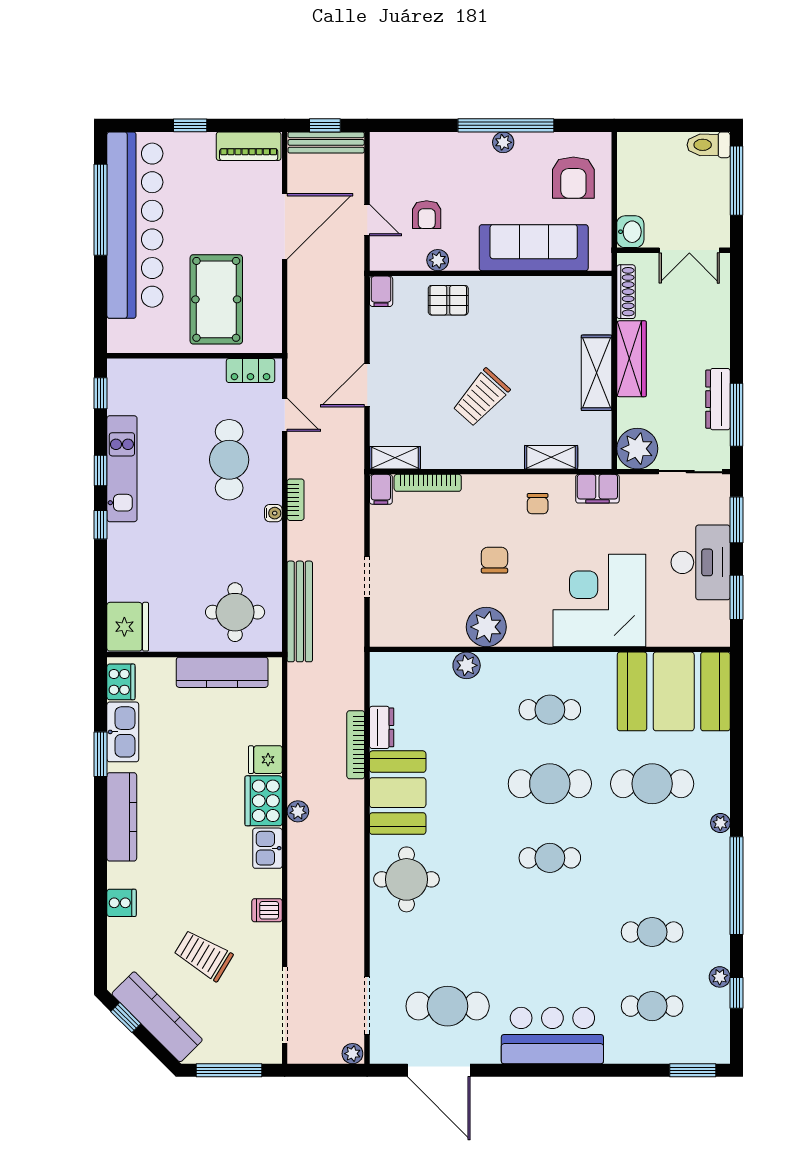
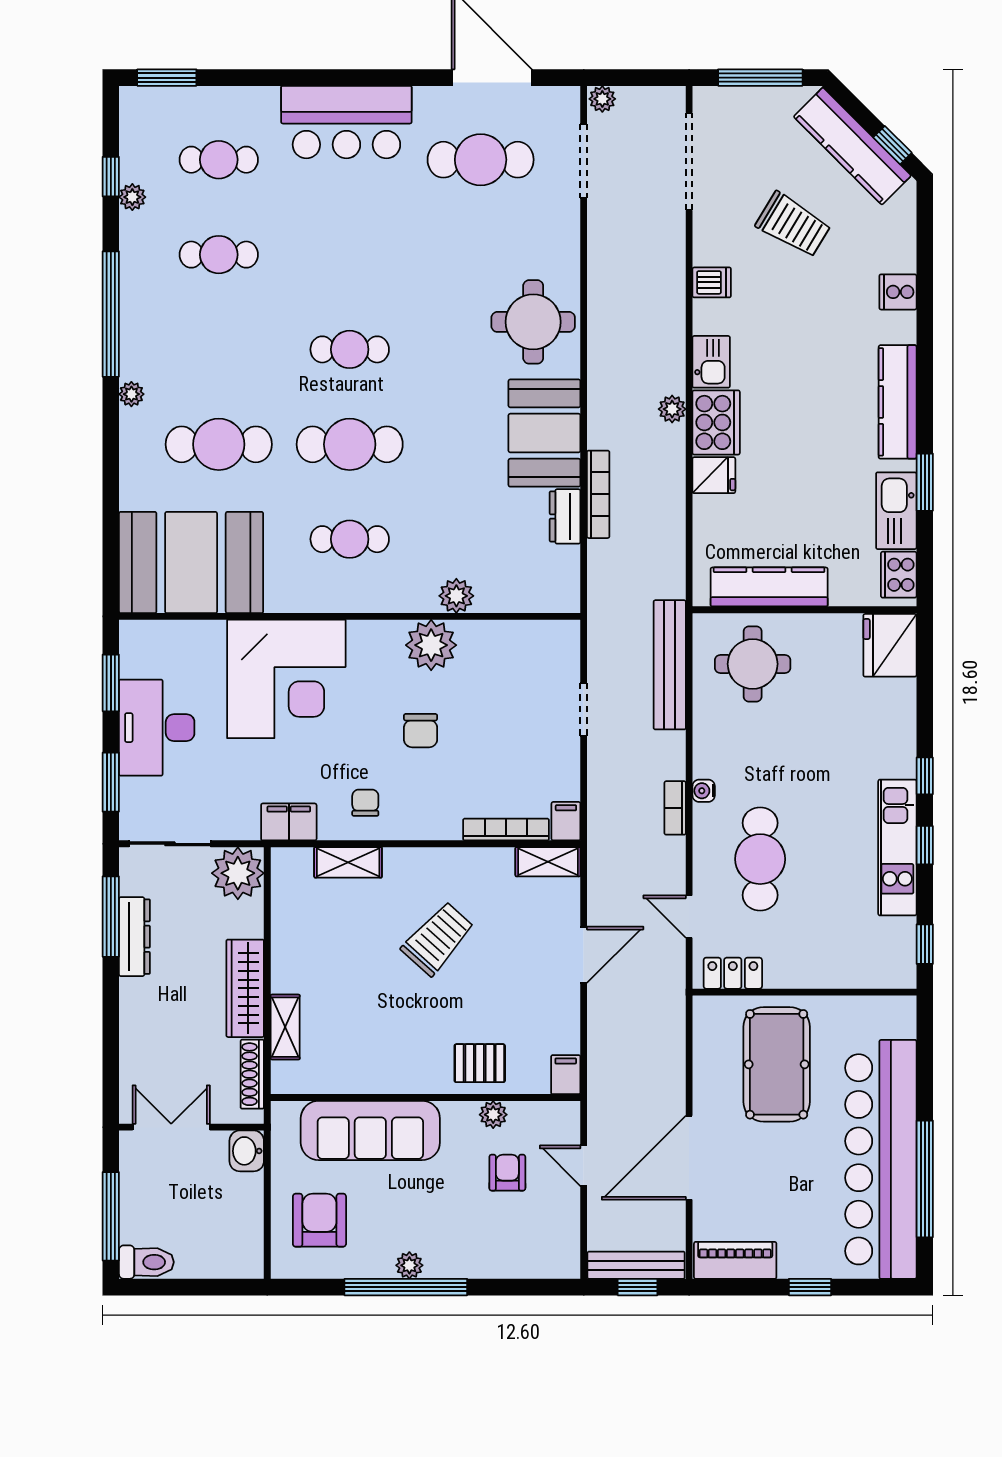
shelving: (596, 373) -> (285, 1027), moved, width x0.67, depth x0.75

